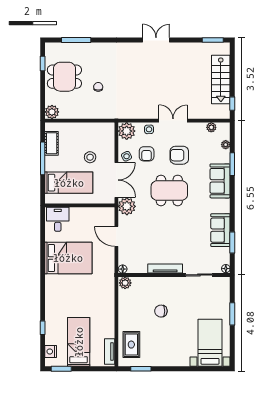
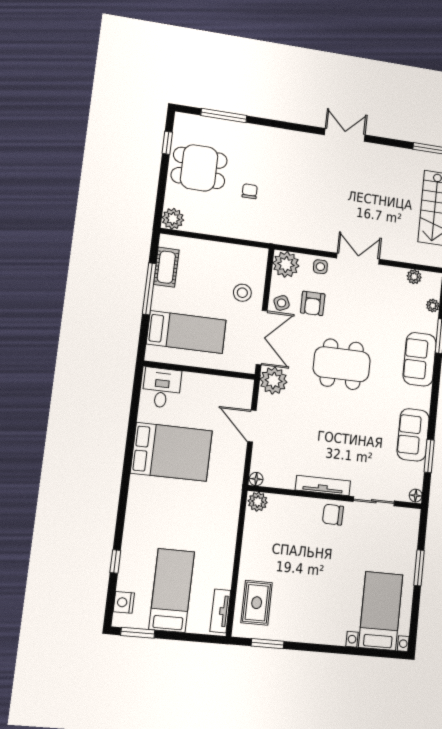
armchair: (179, 155) -> (362, 312), removed
stool: (90, 157) -> (242, 293), moved
chair: (161, 311) -> (333, 515), moved

